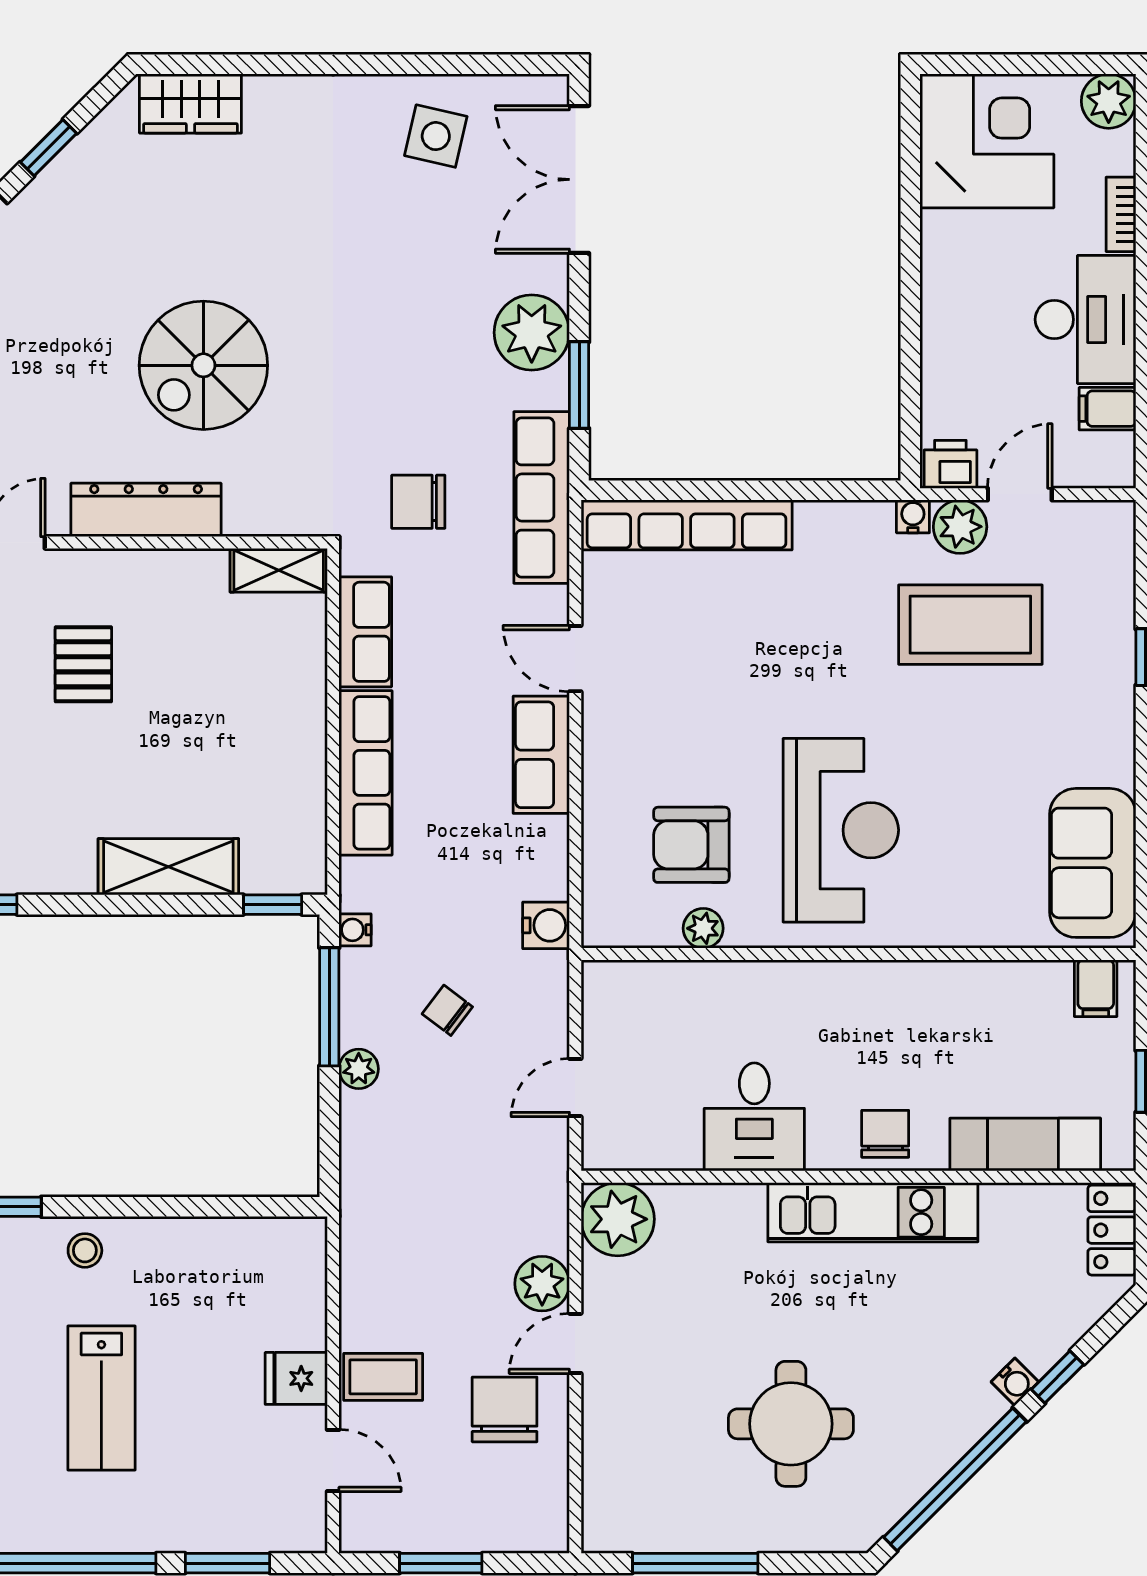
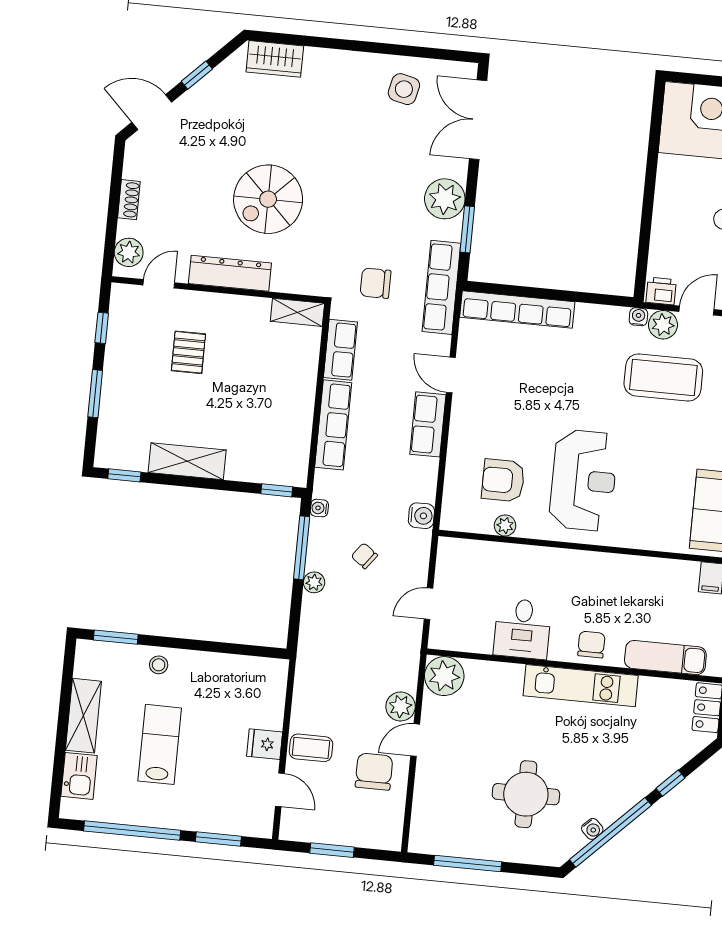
shelving: (168, 867) -> (187, 461), moved
water cooler: (1015, 1382) -> (592, 829), moved
lab bench: (101, 1398) -> (160, 744), turned 180

